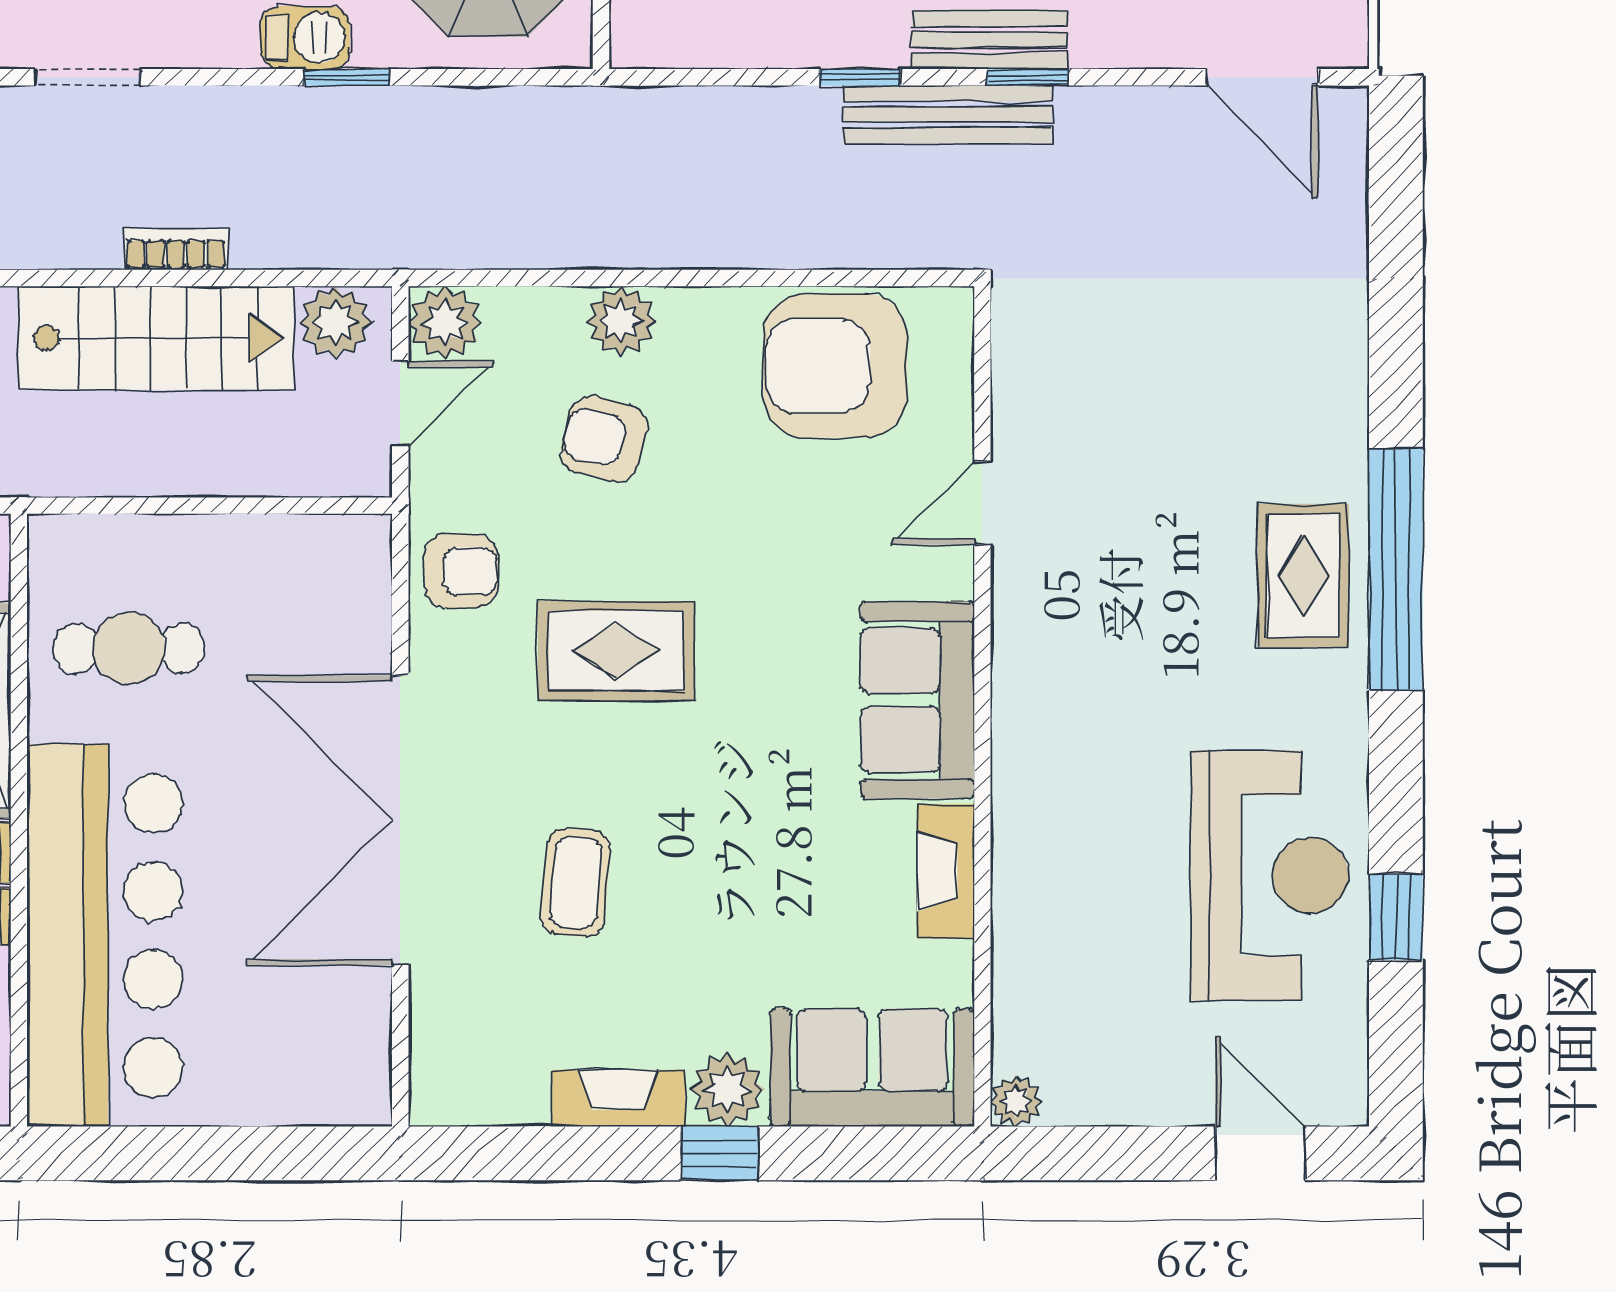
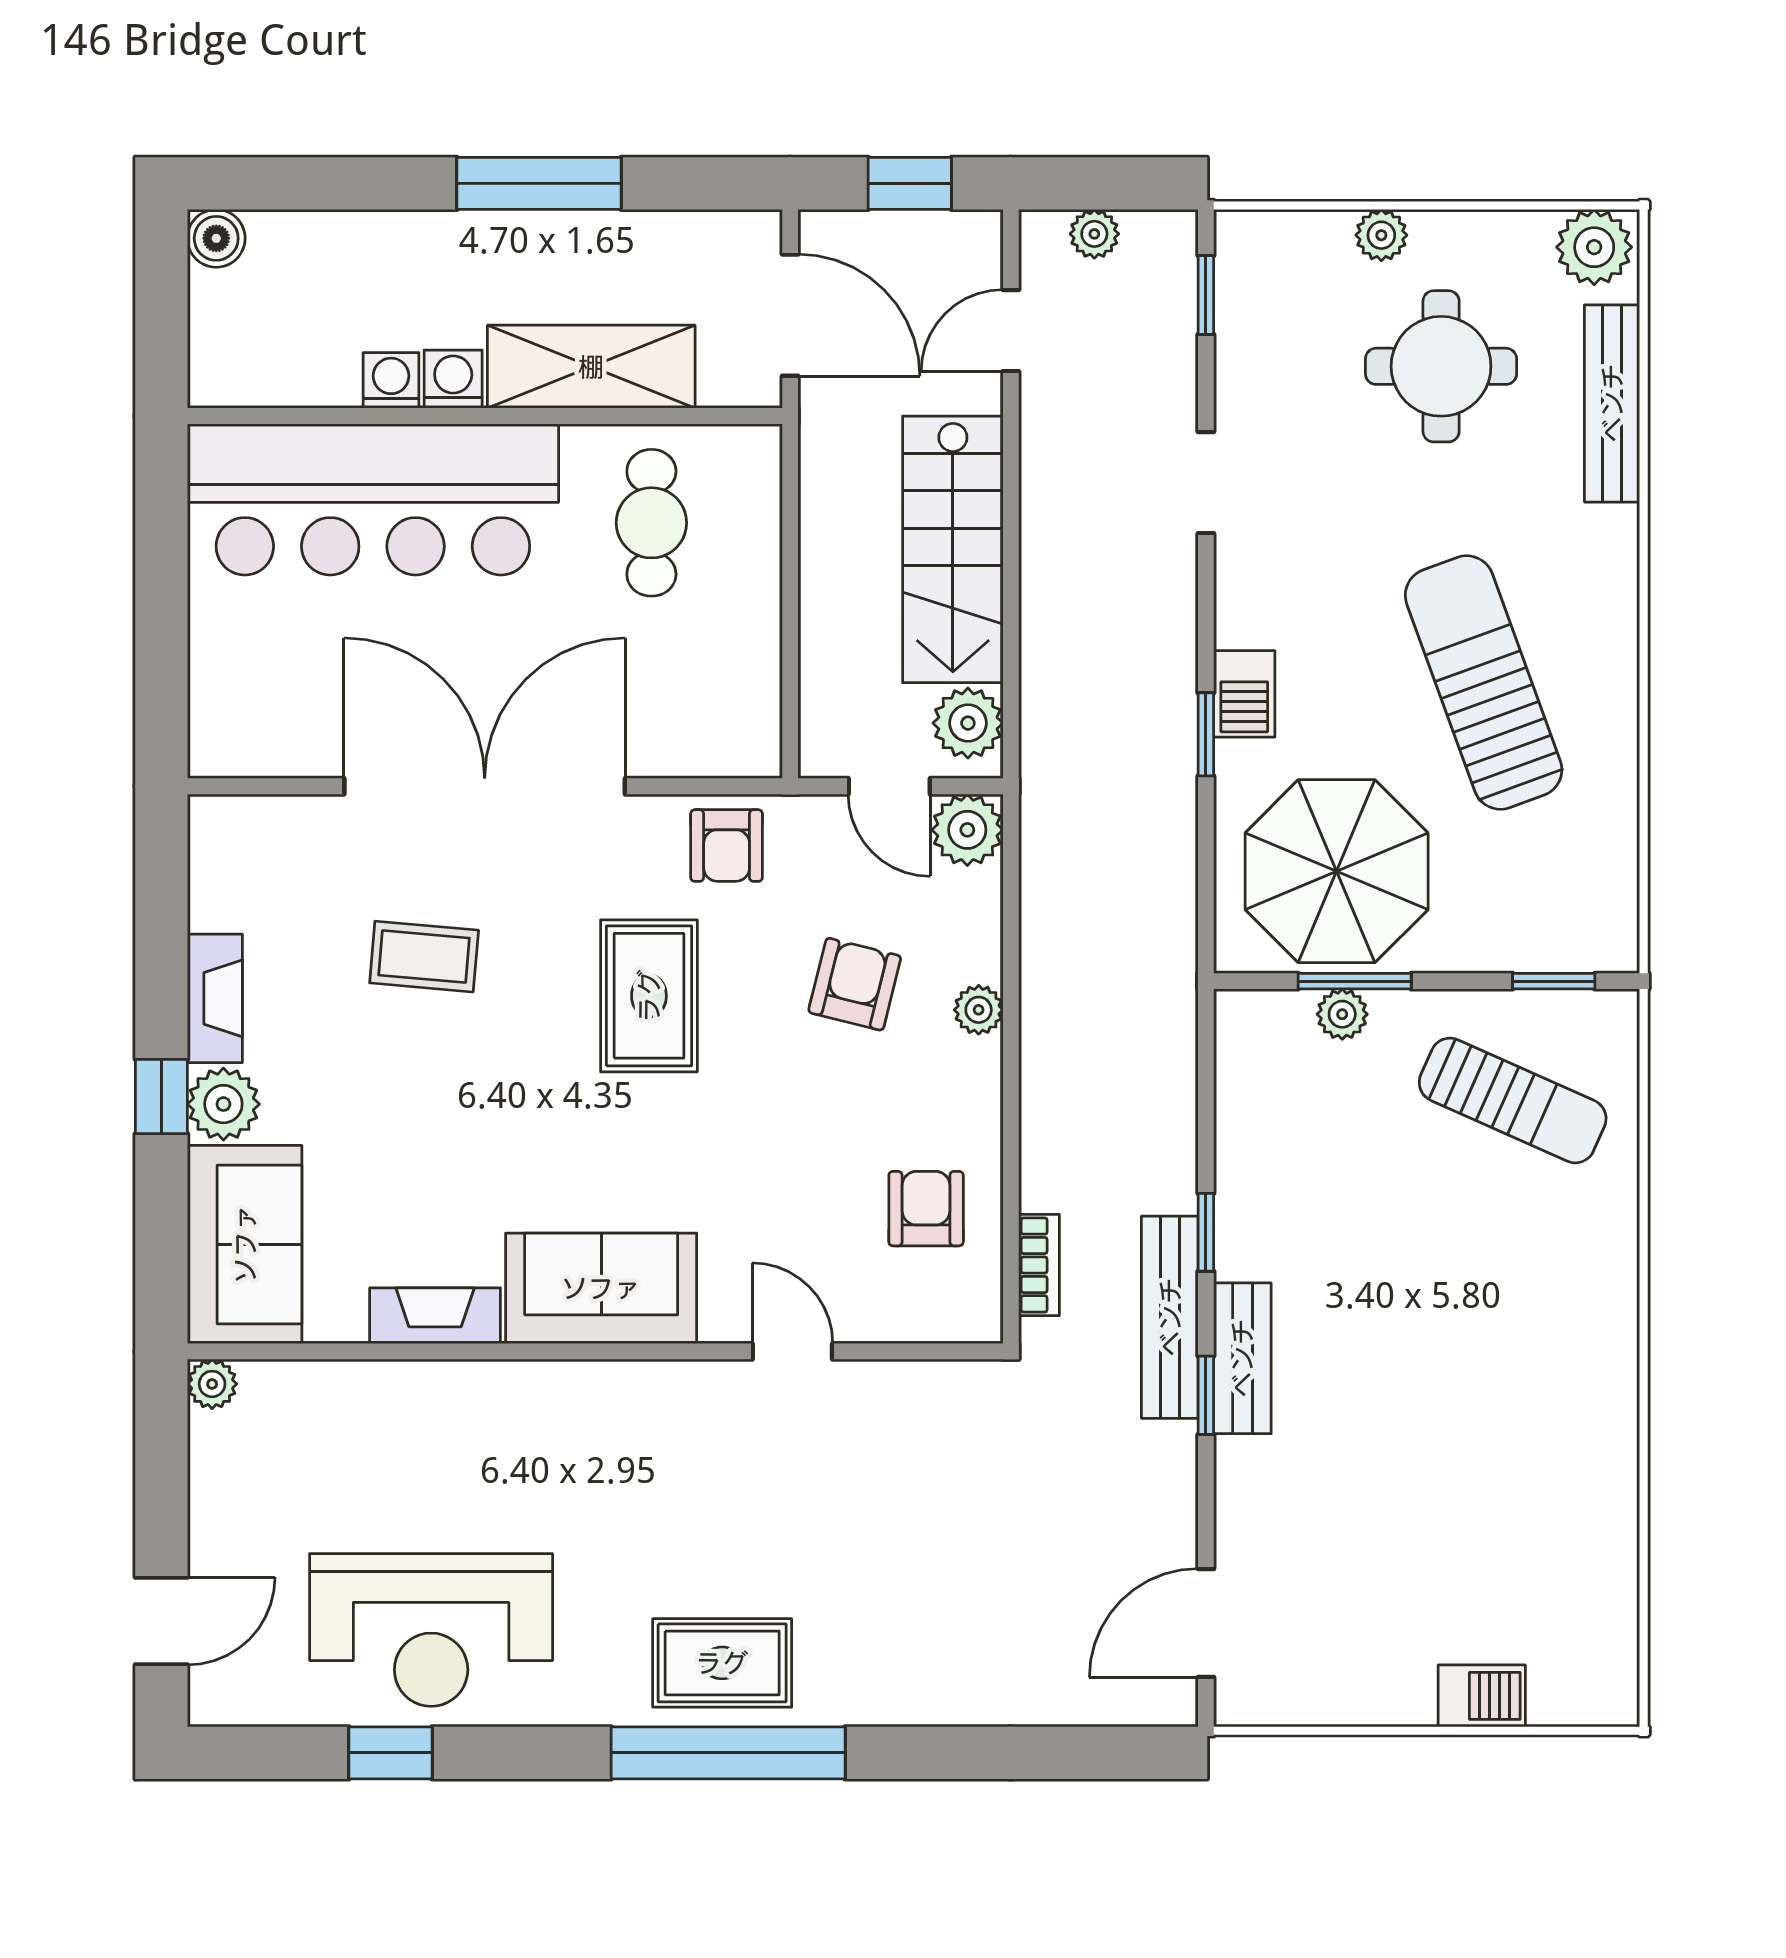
bookcase: (176, 249) -> (1039, 1265), moved
plant: (621, 321) -> (979, 1010), width x0.73, depth x0.73
armchair: (835, 366) -> (926, 1209), width x0.53, depth x0.53

